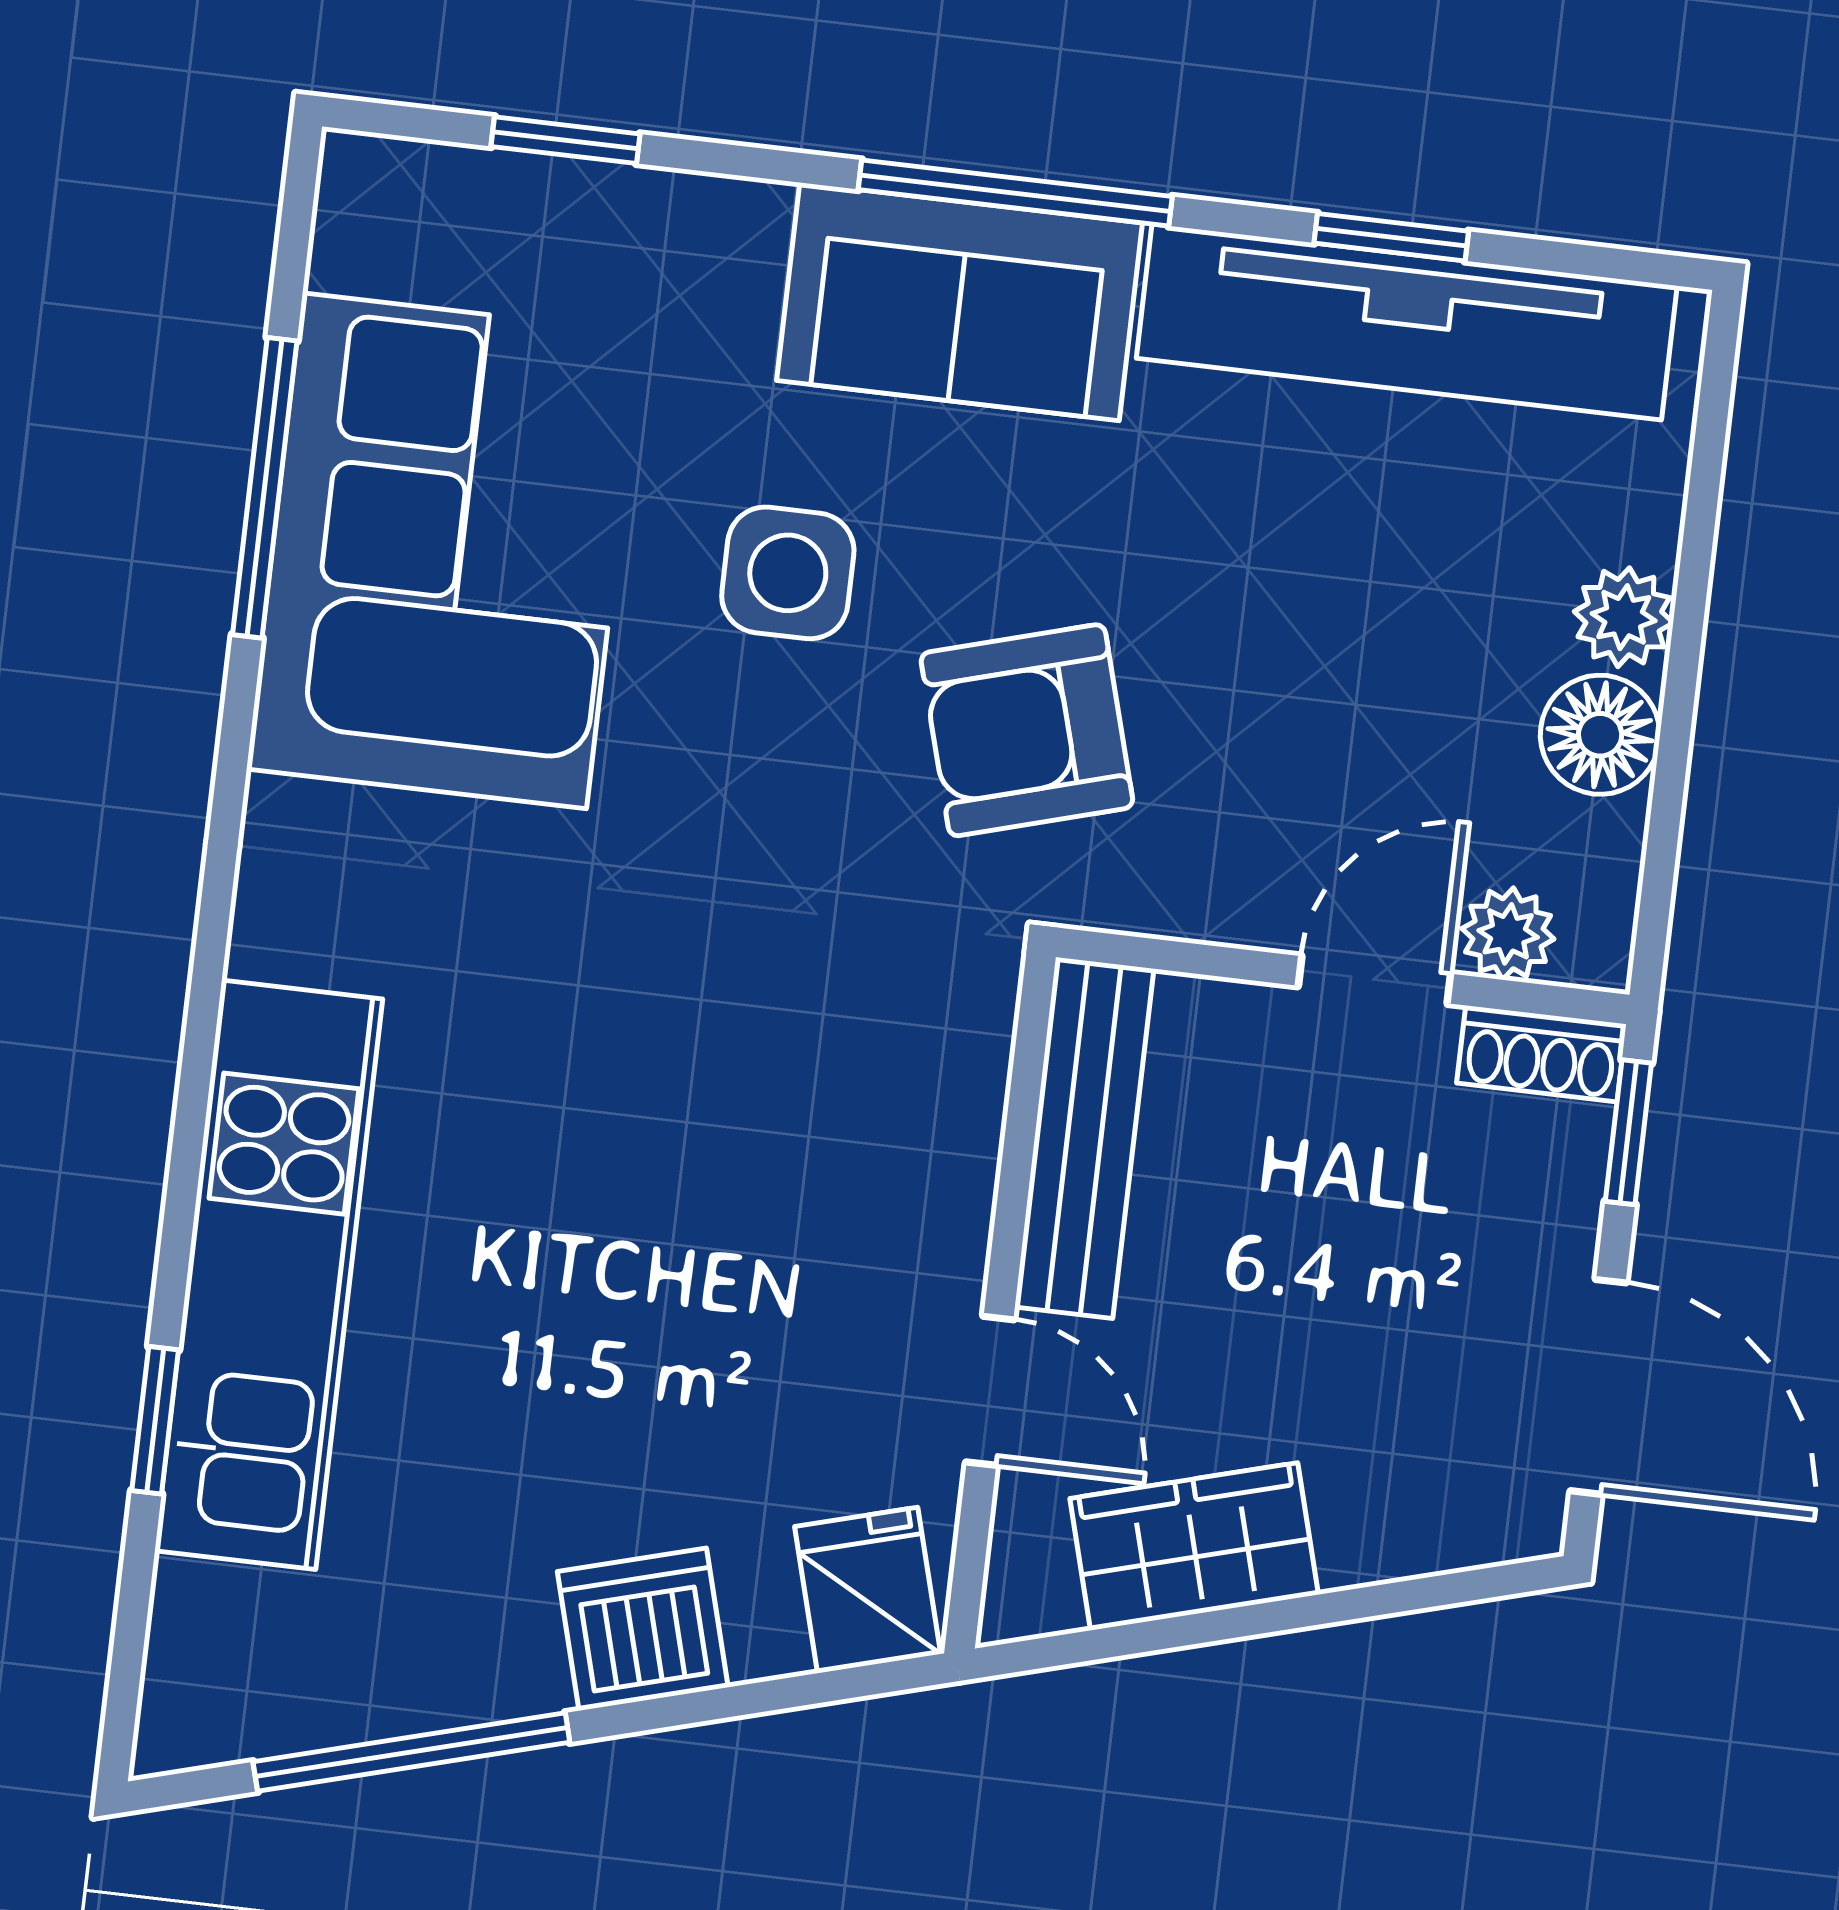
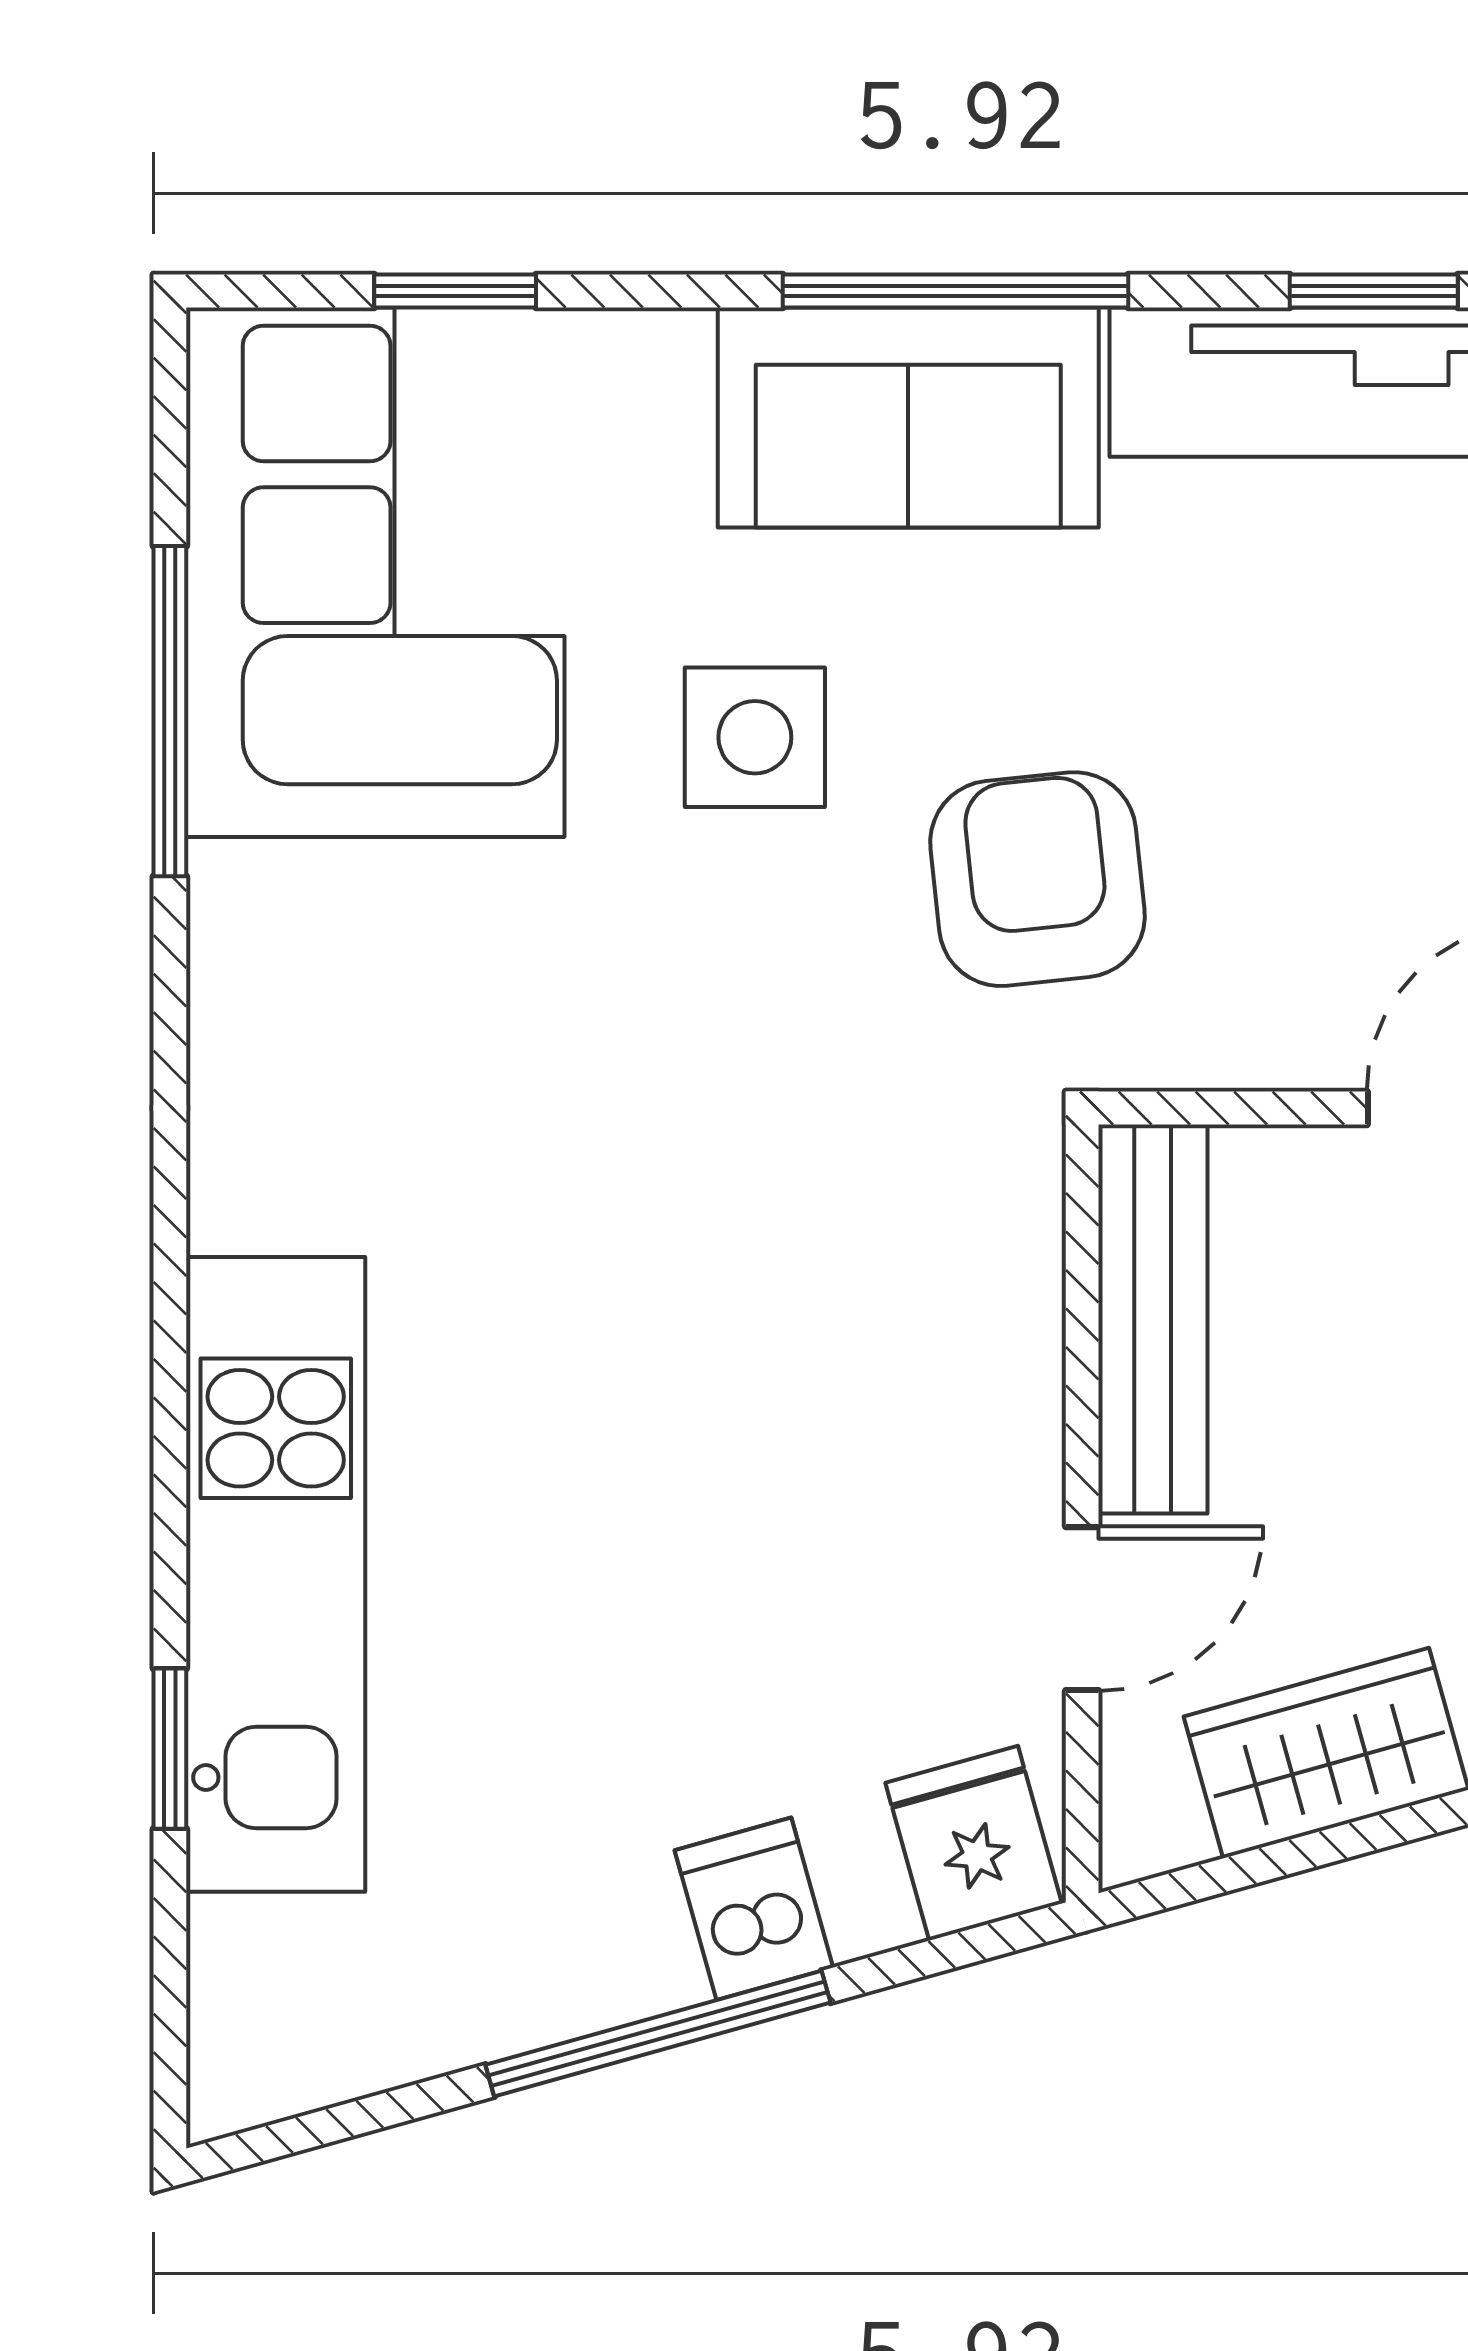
corner sofa: (444, 551) -> (375, 572), moved
armchair: (1027, 730) -> (1038, 879), turned 100
door: (990, 1391) -> (1082, 1609), hinge flipped
dishwasher: (643, 1629) -> (754, 1909), width x0.73
window: (411, 1752) -> (658, 2034), moved

